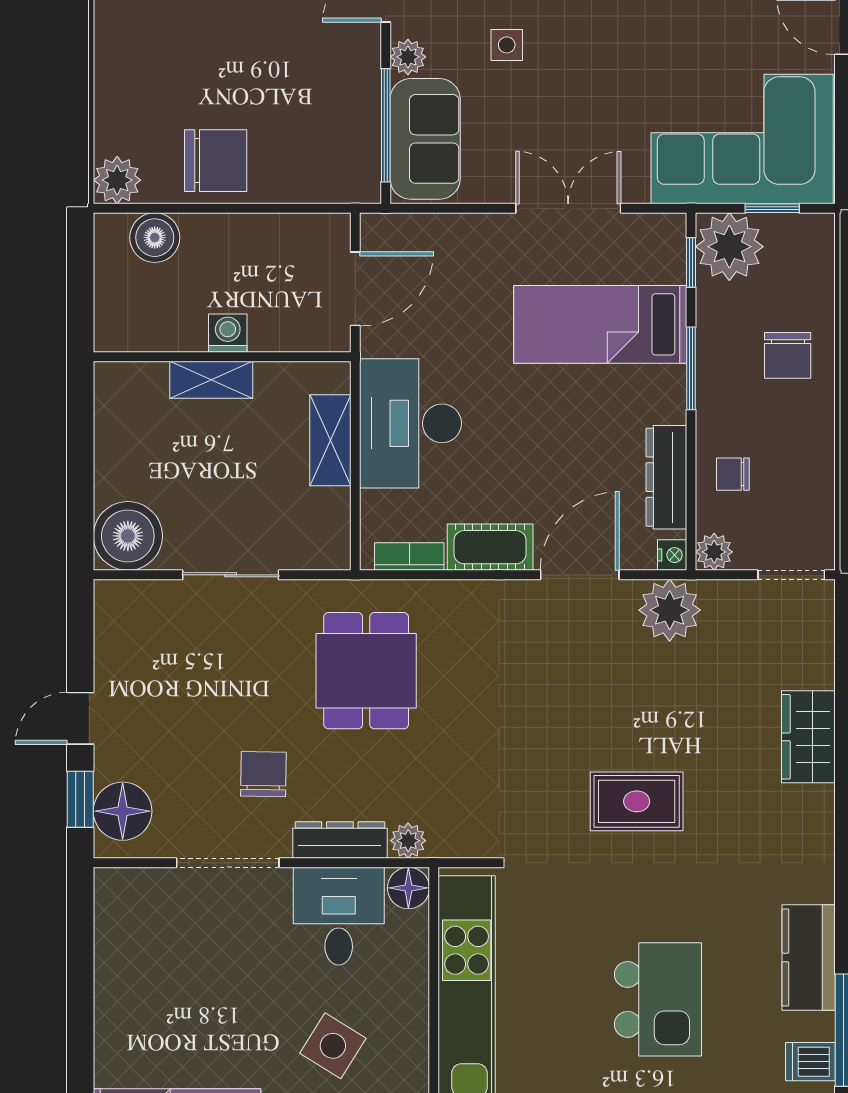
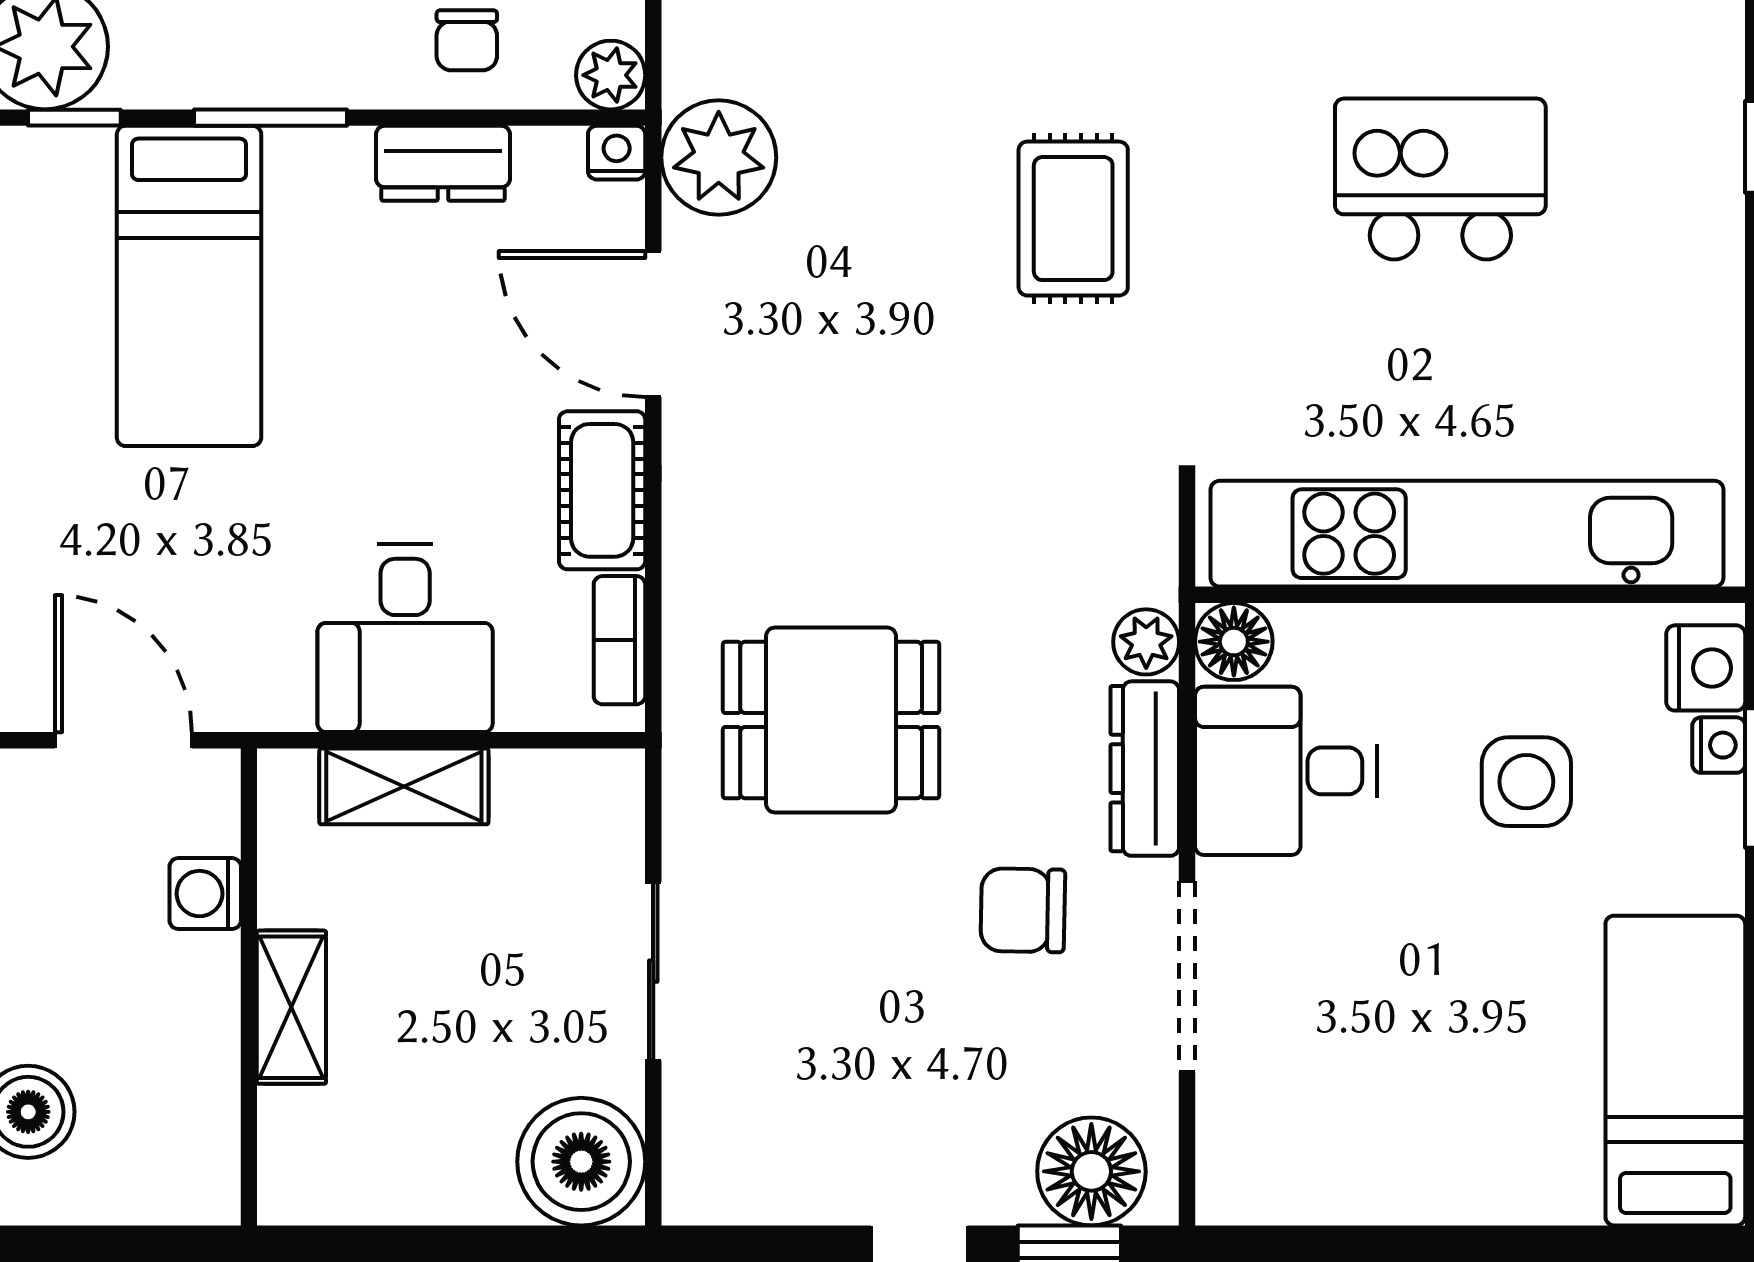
washing machine: (228, 333) -> (205, 894), moved
desk: (410, 423) -> (405, 638), width x0.73
dresser: (666, 477) -> (443, 163), width x0.70
side table: (333, 1046) -> (1526, 782), turned -32

